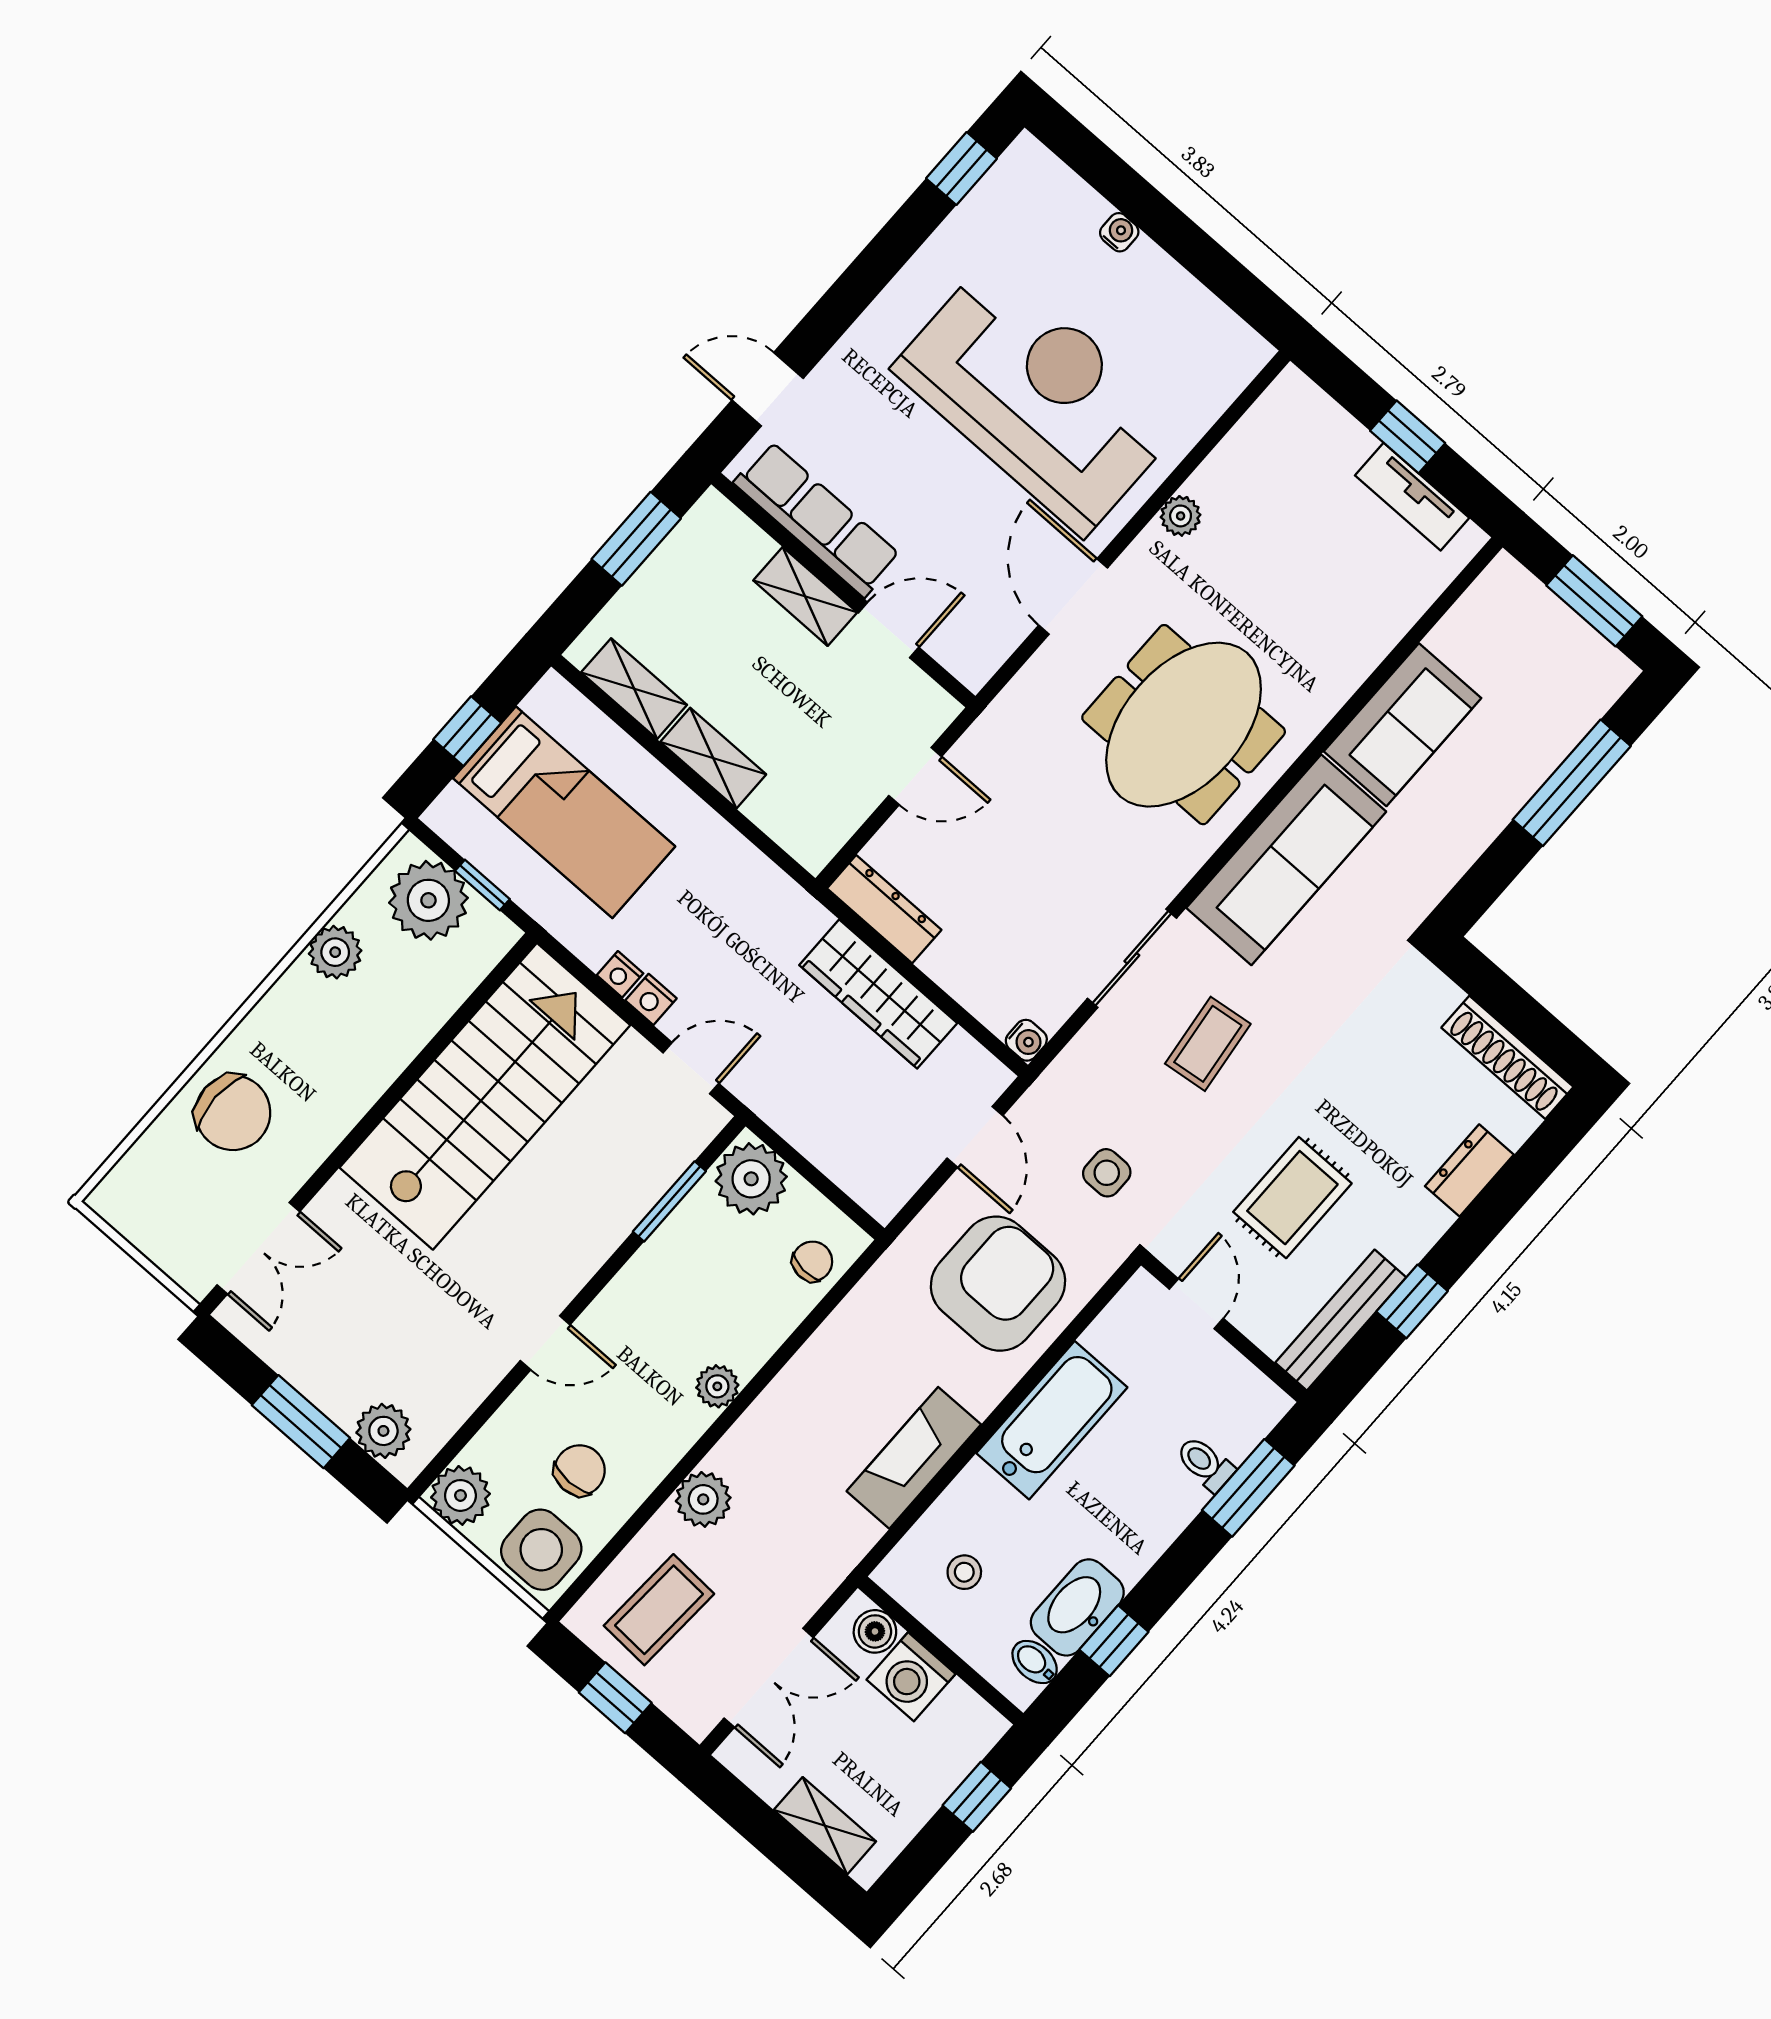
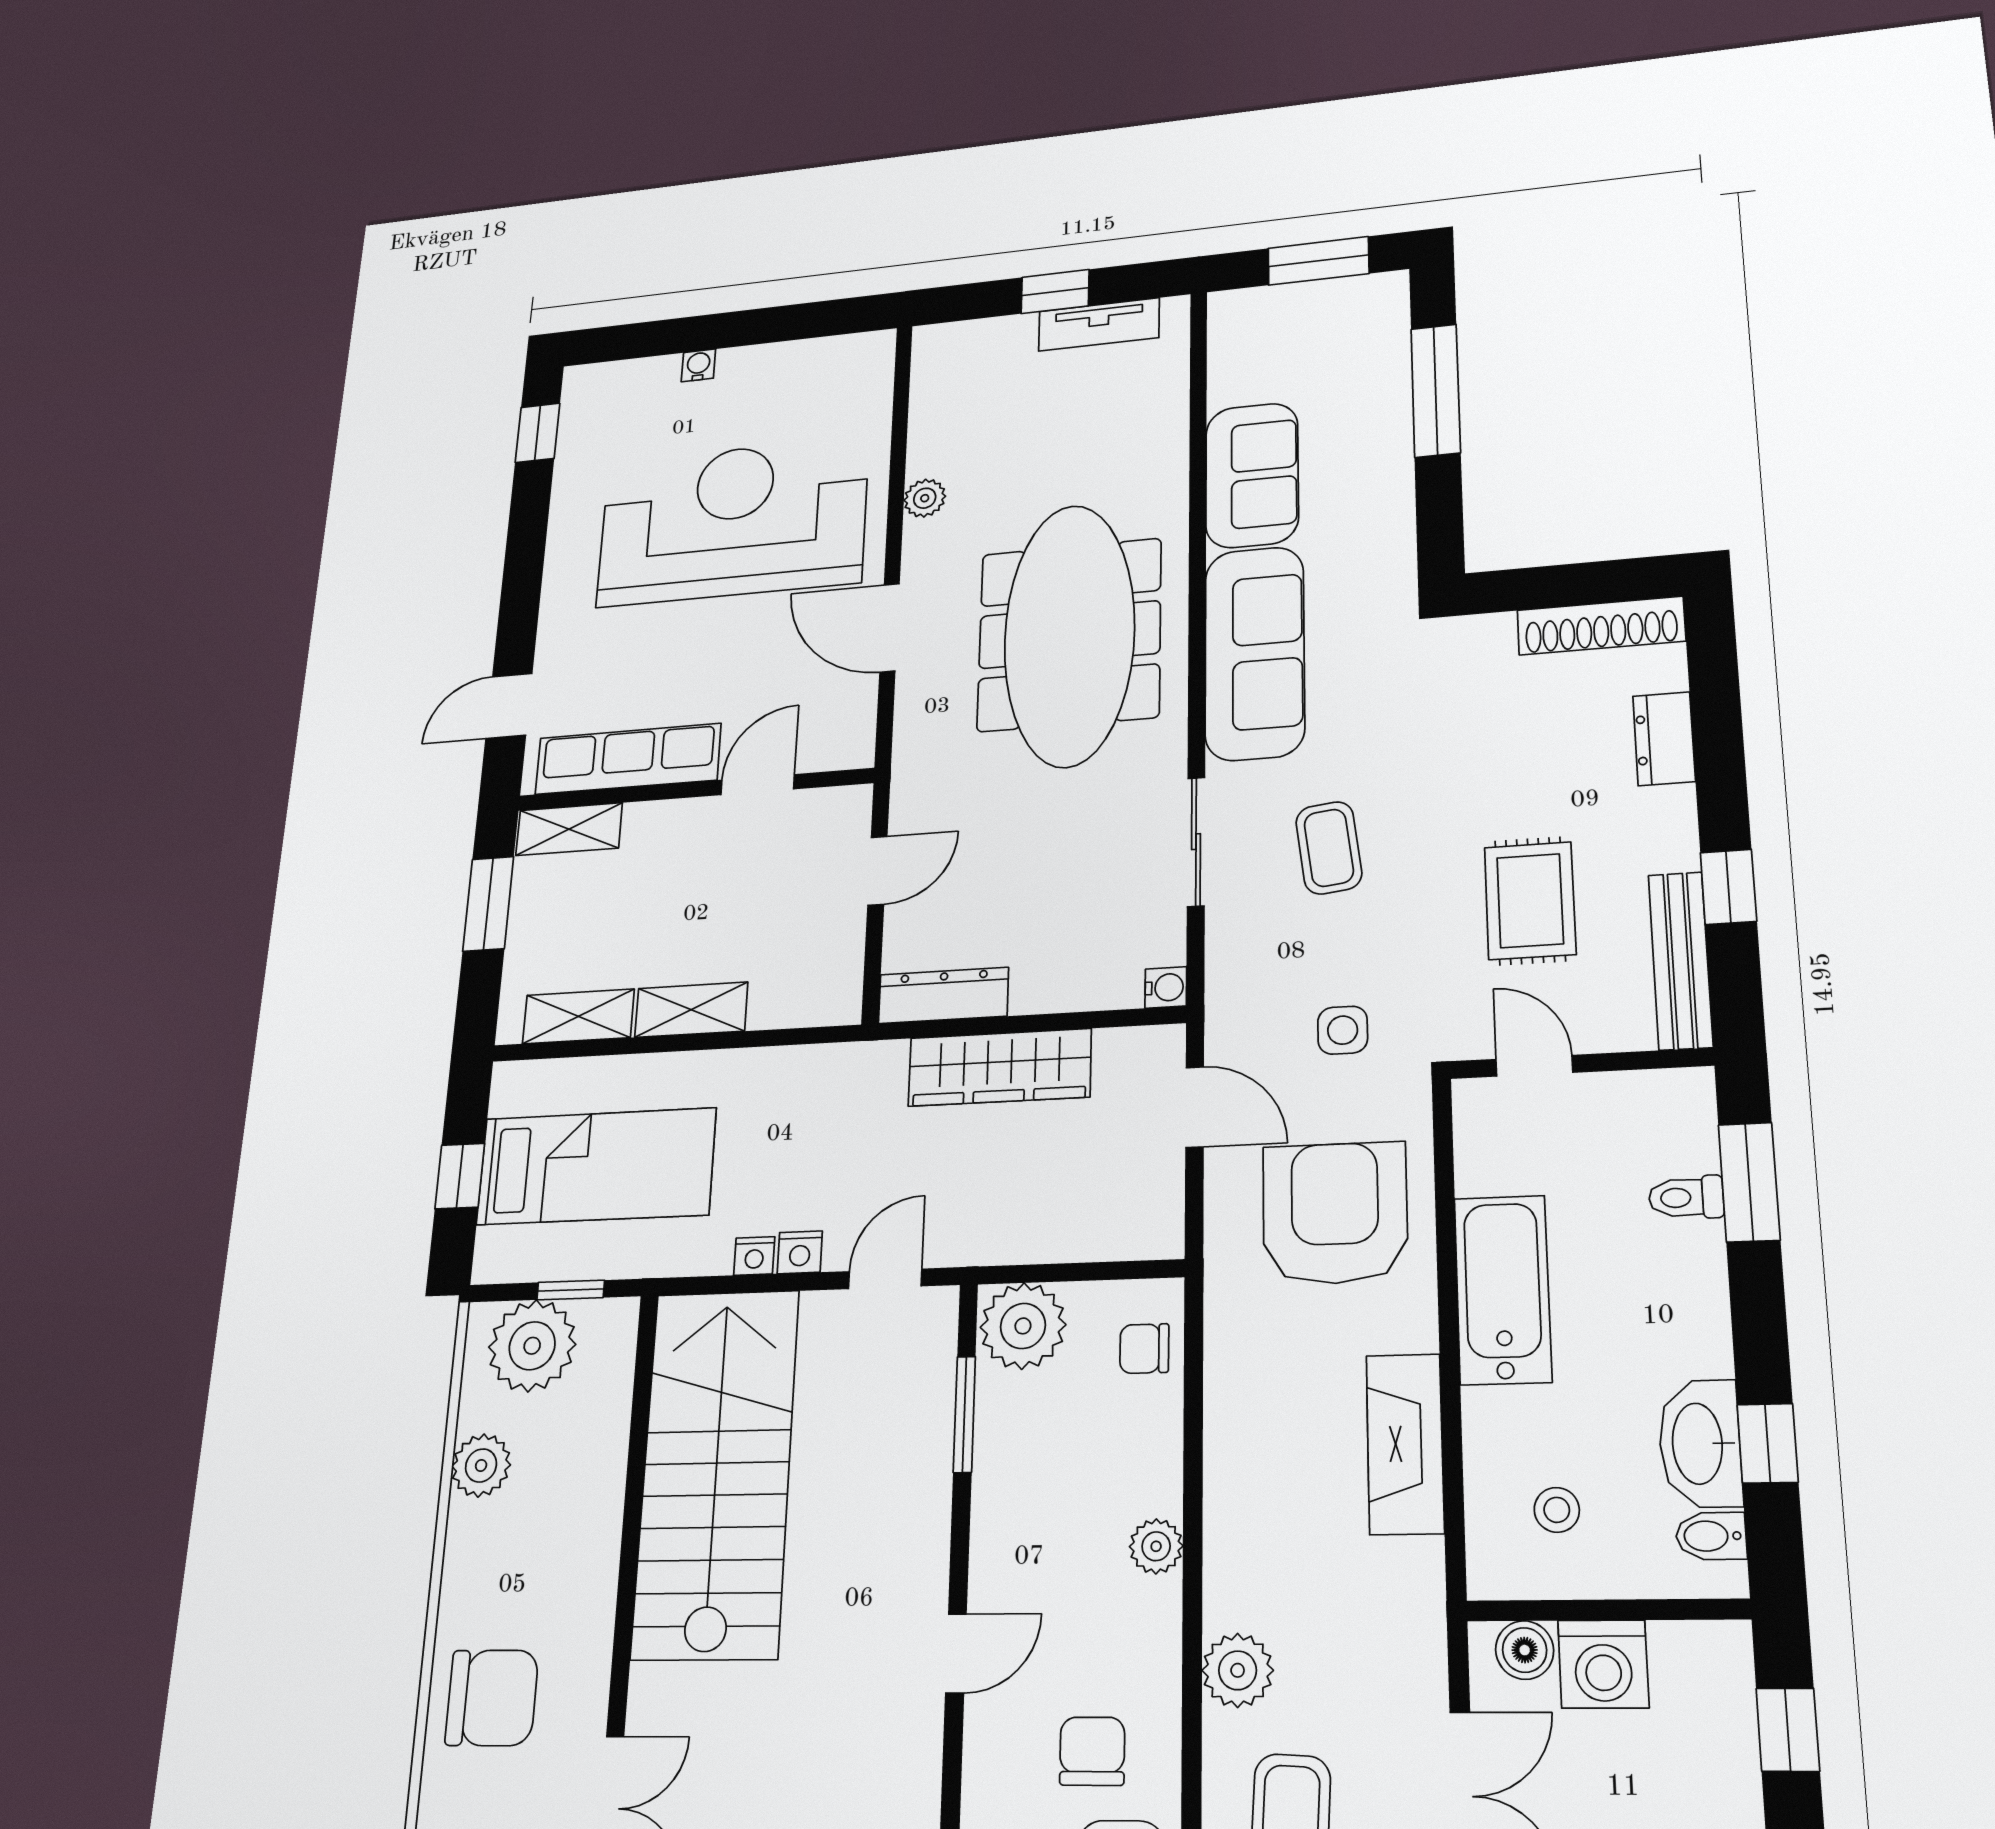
shelving: (805, 596) -> (569, 829), moved
meeting table: (1184, 725) -> (1069, 635), width x1.36
chair: (812, 1261) -> (1144, 1349), turned -95

